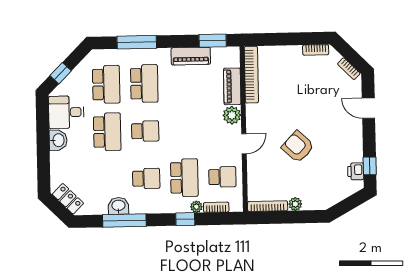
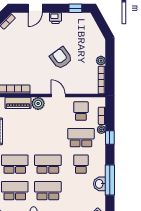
school desk: (145, 131) -> (48, 164), width x1.85
armchair: (298, 147) -> (61, 58), turned 101
printer: (356, 171) -> (56, 18), moved

